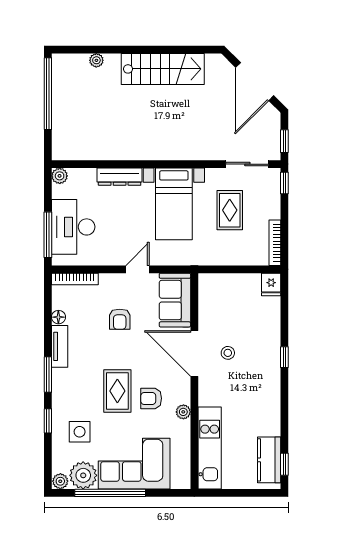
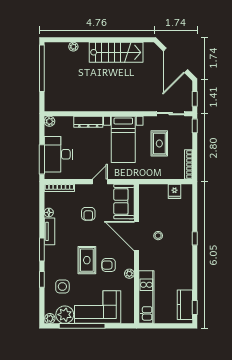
fridge: (271, 284) -> (175, 191), moved

